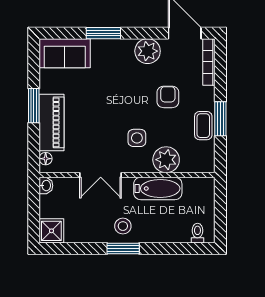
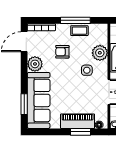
window: (103, 33) -> (24, 104), moved
sofa: (65, 53) -> (39, 100), width x1.85, depth x1.27
window: (34, 106) -> (81, 132), moved
window: (220, 119) -> (75, 20), width x1.44

